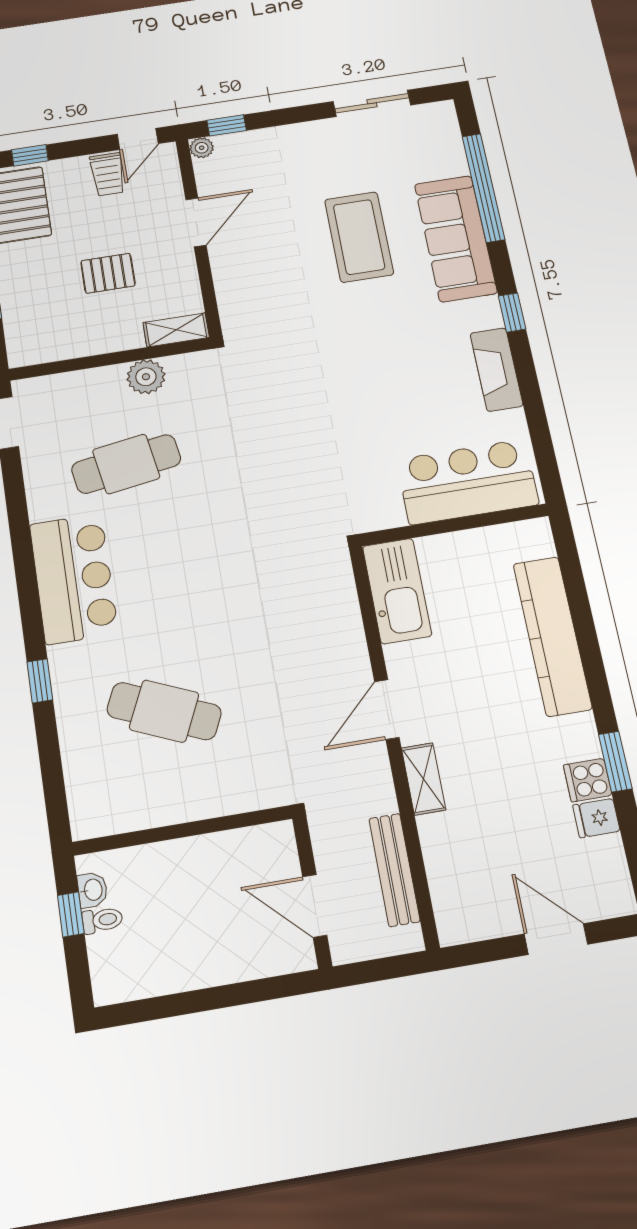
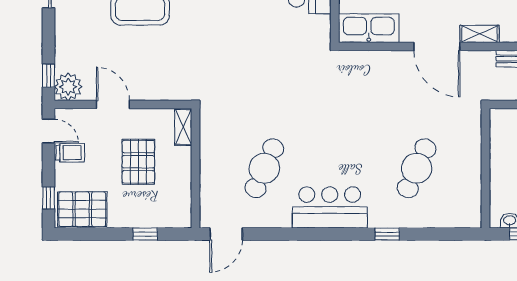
plant: (202, 148) -> (68, 87), width x1.88, depth x1.88
pallet: (108, 273) -> (138, 162), width x1.50, depth x1.42
plant: (146, 377) -> (211, 149), removed
cafe table: (126, 464) -> (264, 168), turned 33
door: (387, 709) -> (437, 46), width x1.36

